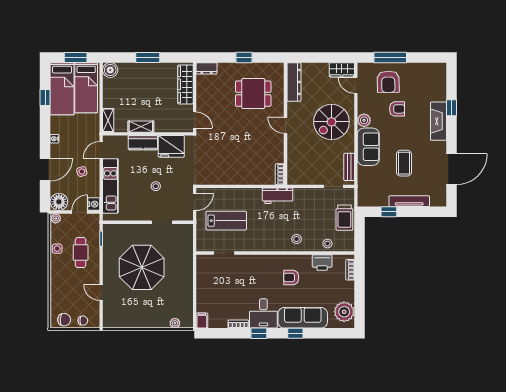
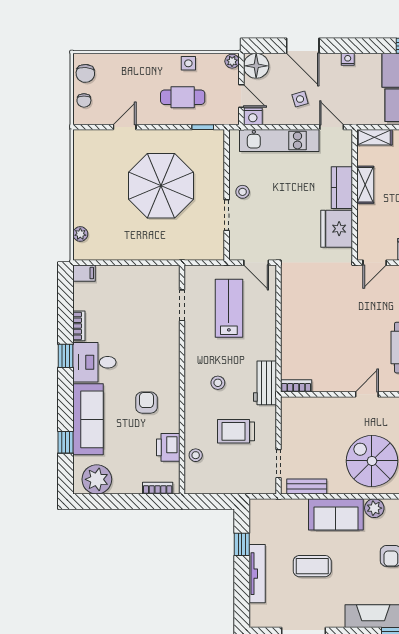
stool: (156, 186) -> (243, 192), moved
trolley: (344, 218) -> (236, 431), moved
lab bench: (226, 221) -> (229, 308), turned 180
stool: (297, 239) -> (218, 383), moved
window: (295, 333) -> (65, 442), moved

